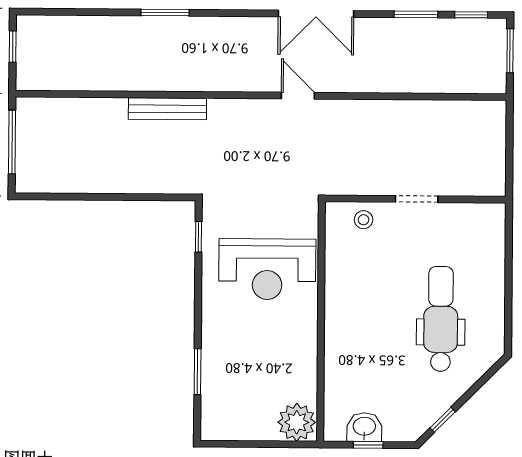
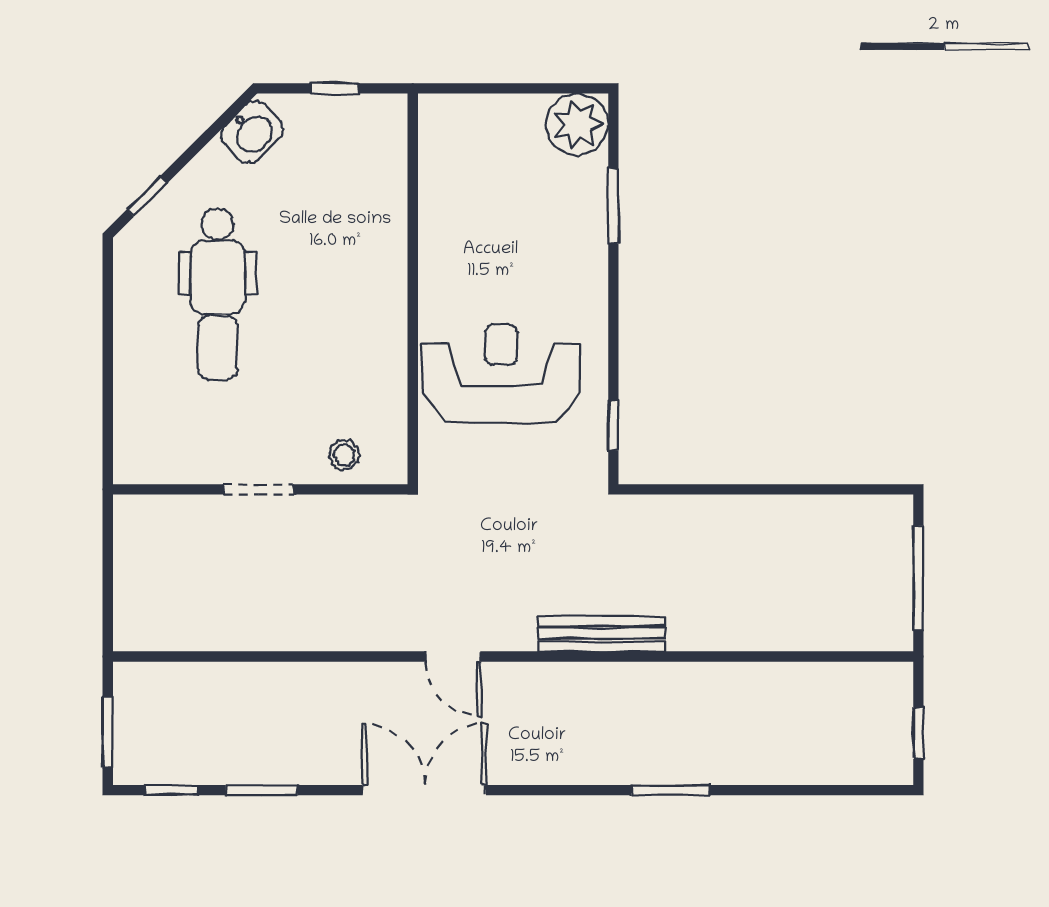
bench: (167, 109) -> (602, 634), moved
window: (443, 420) -> (147, 196), moved
plant: (297, 422) -> (577, 124), moved
washbasin: (364, 427) -> (252, 132), moved, turned -45

